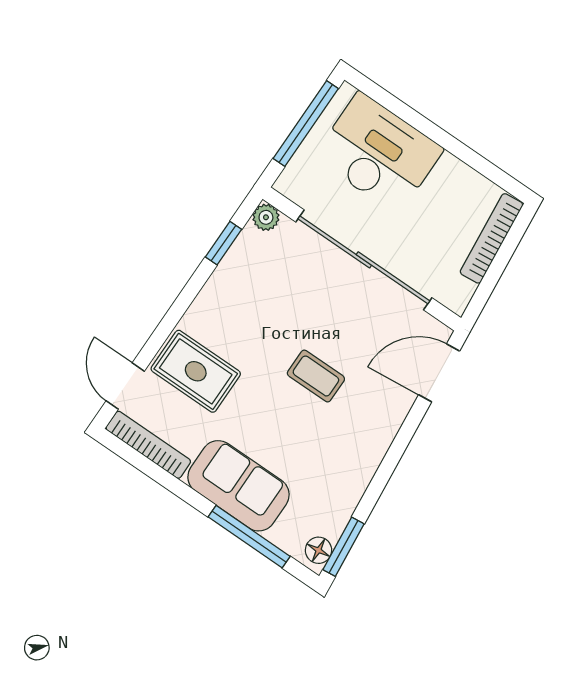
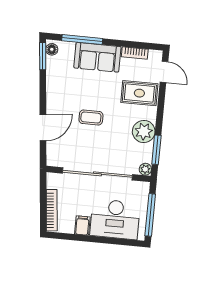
filing cabinet: (449, 176) -> (82, 226), added
window: (223, 243) -> (156, 150), width x1.50
plant: (229, 292) -> (144, 131), added
door: (439, 373) -> (43, 128), moved
bookcase: (148, 445) -> (135, 53), width x0.64

